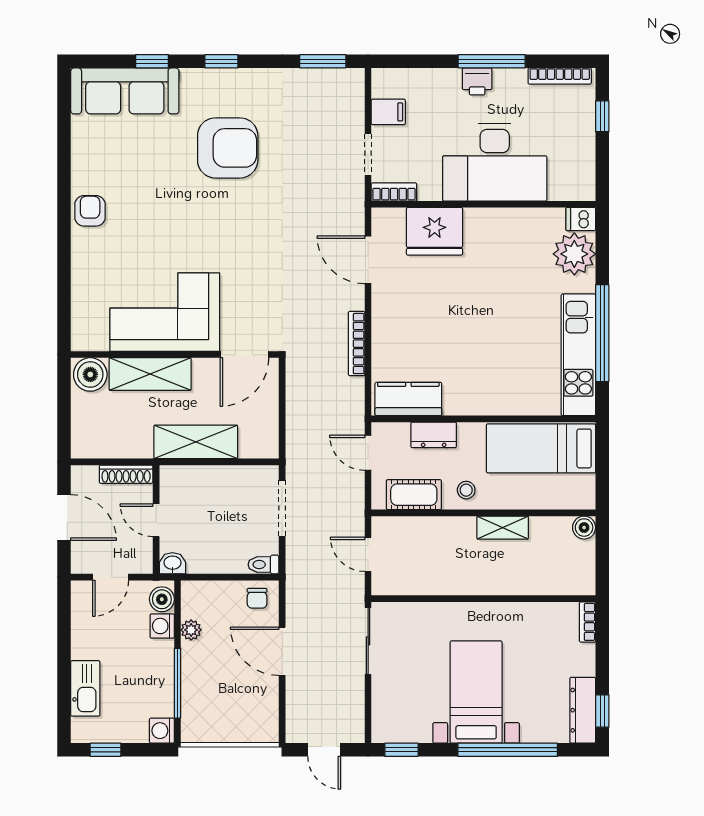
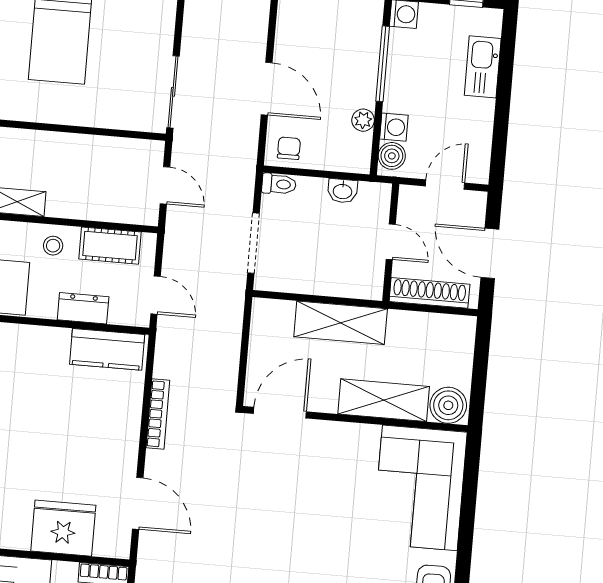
corner sofa: (165, 312) -> (420, 488), moved, turned 90
shoe rack: (126, 474) -> (429, 293), width x1.36, depth x1.24
washbasin: (172, 563) -> (343, 191), moved

